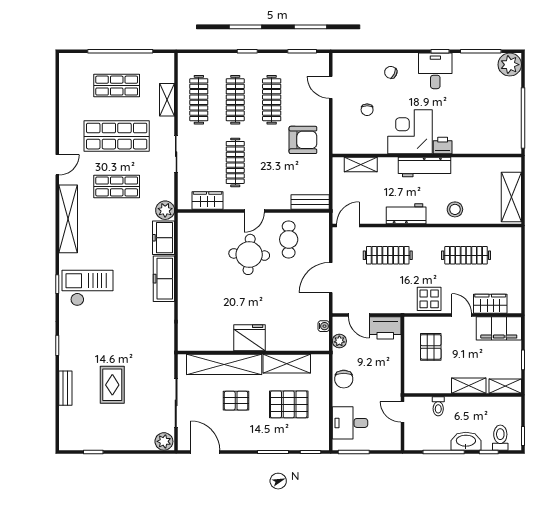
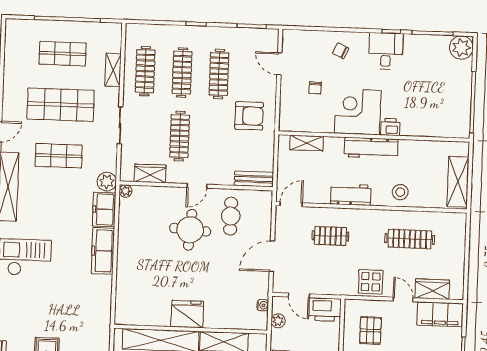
plant: (184, 219) -> (125, 191), added
clothes rail: (388, 255) -> (330, 236), width x0.73

